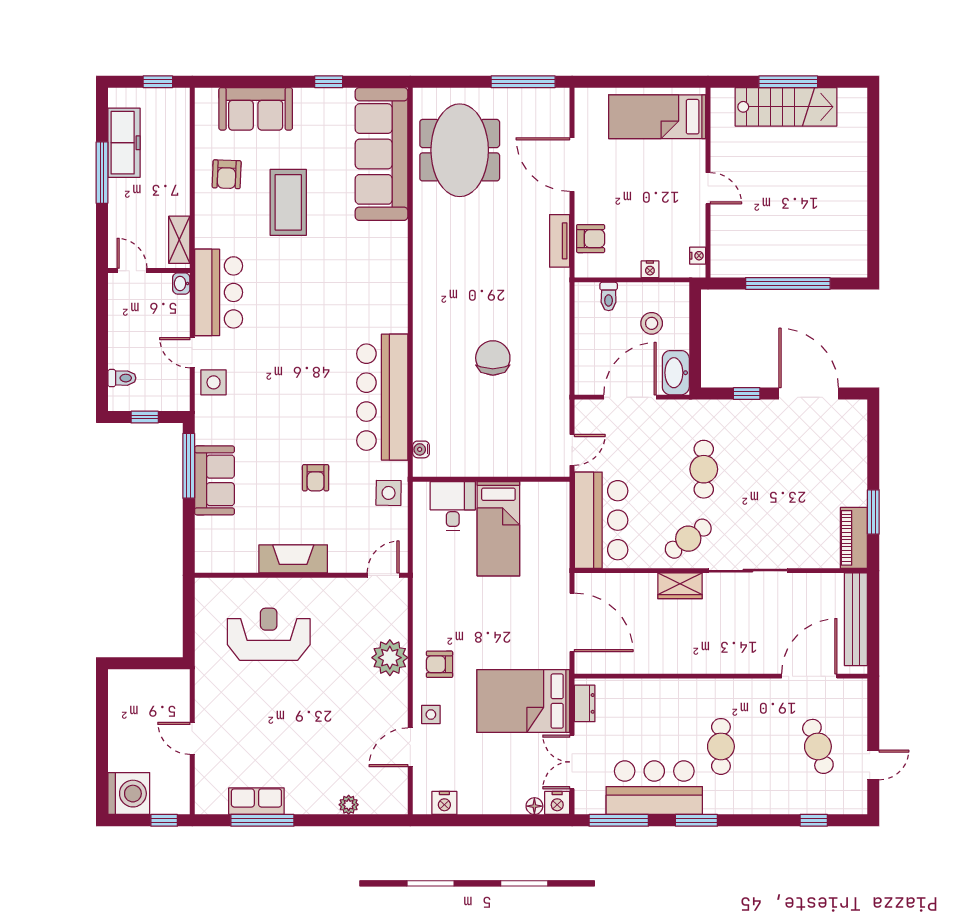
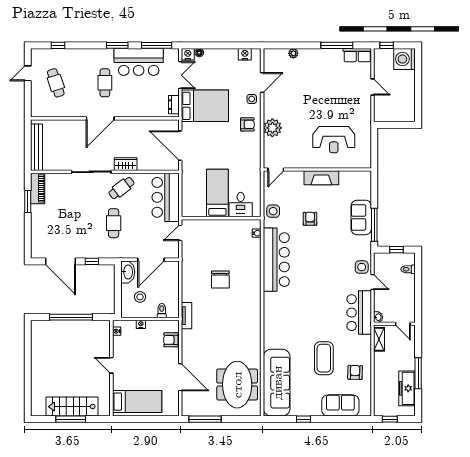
tv unit: (560, 241) -> (187, 316), moved
door: (809, 676) -> (100, 118), moved
row of seats: (256, 801) -> (357, 55), moved

